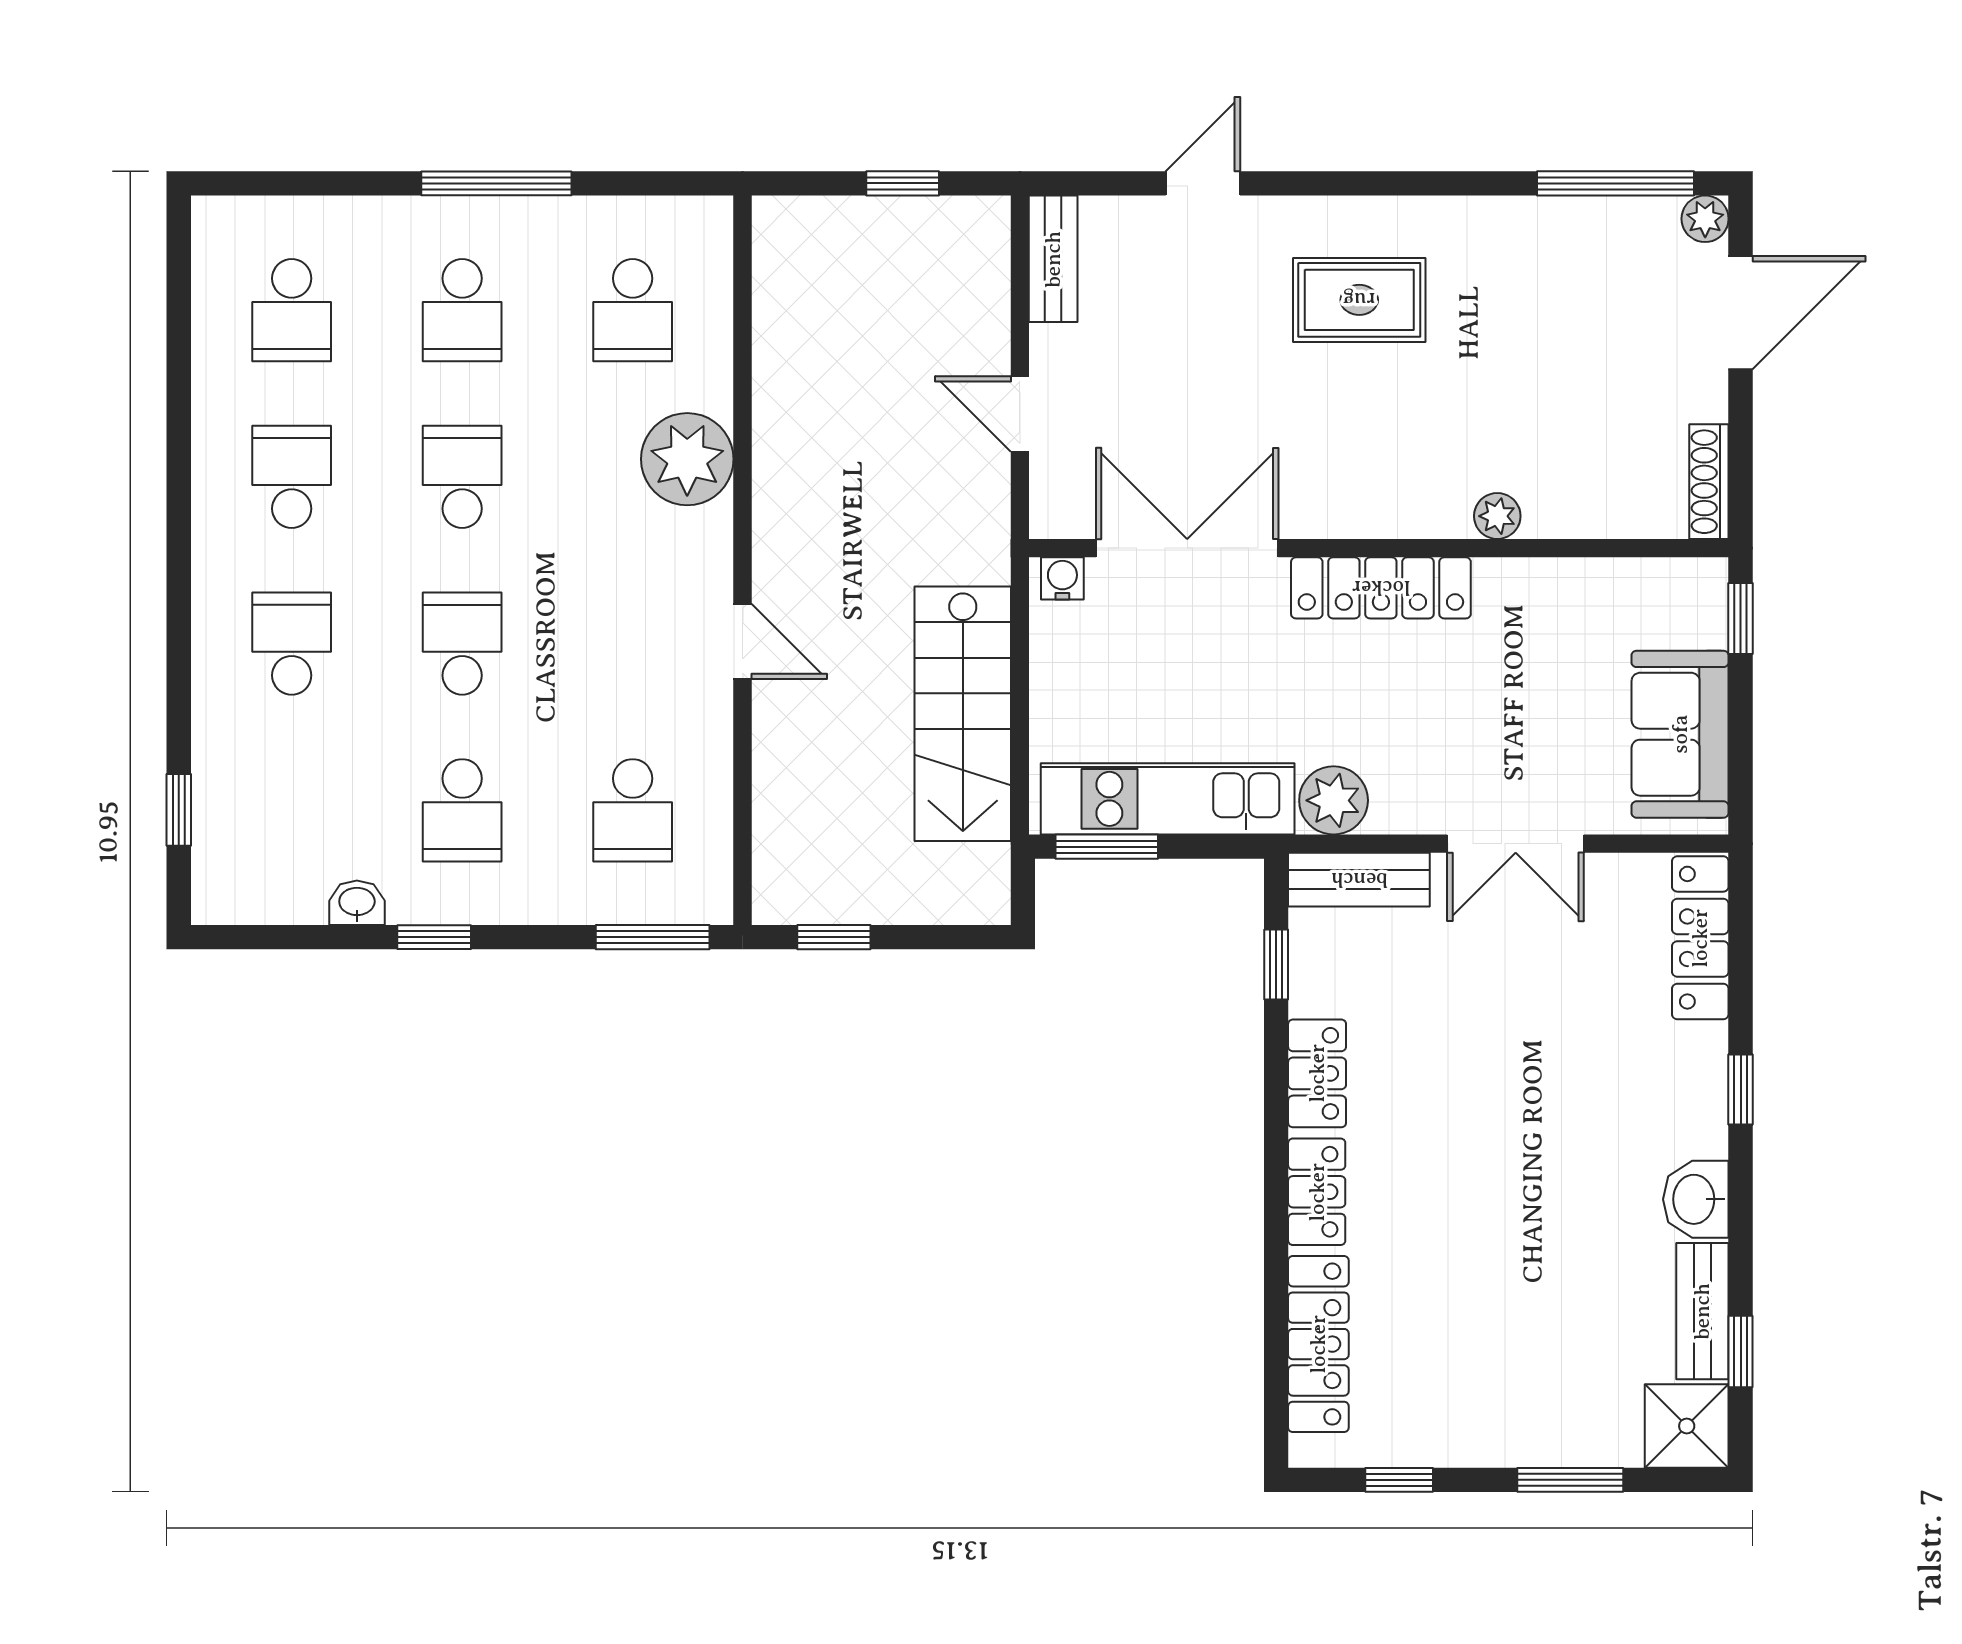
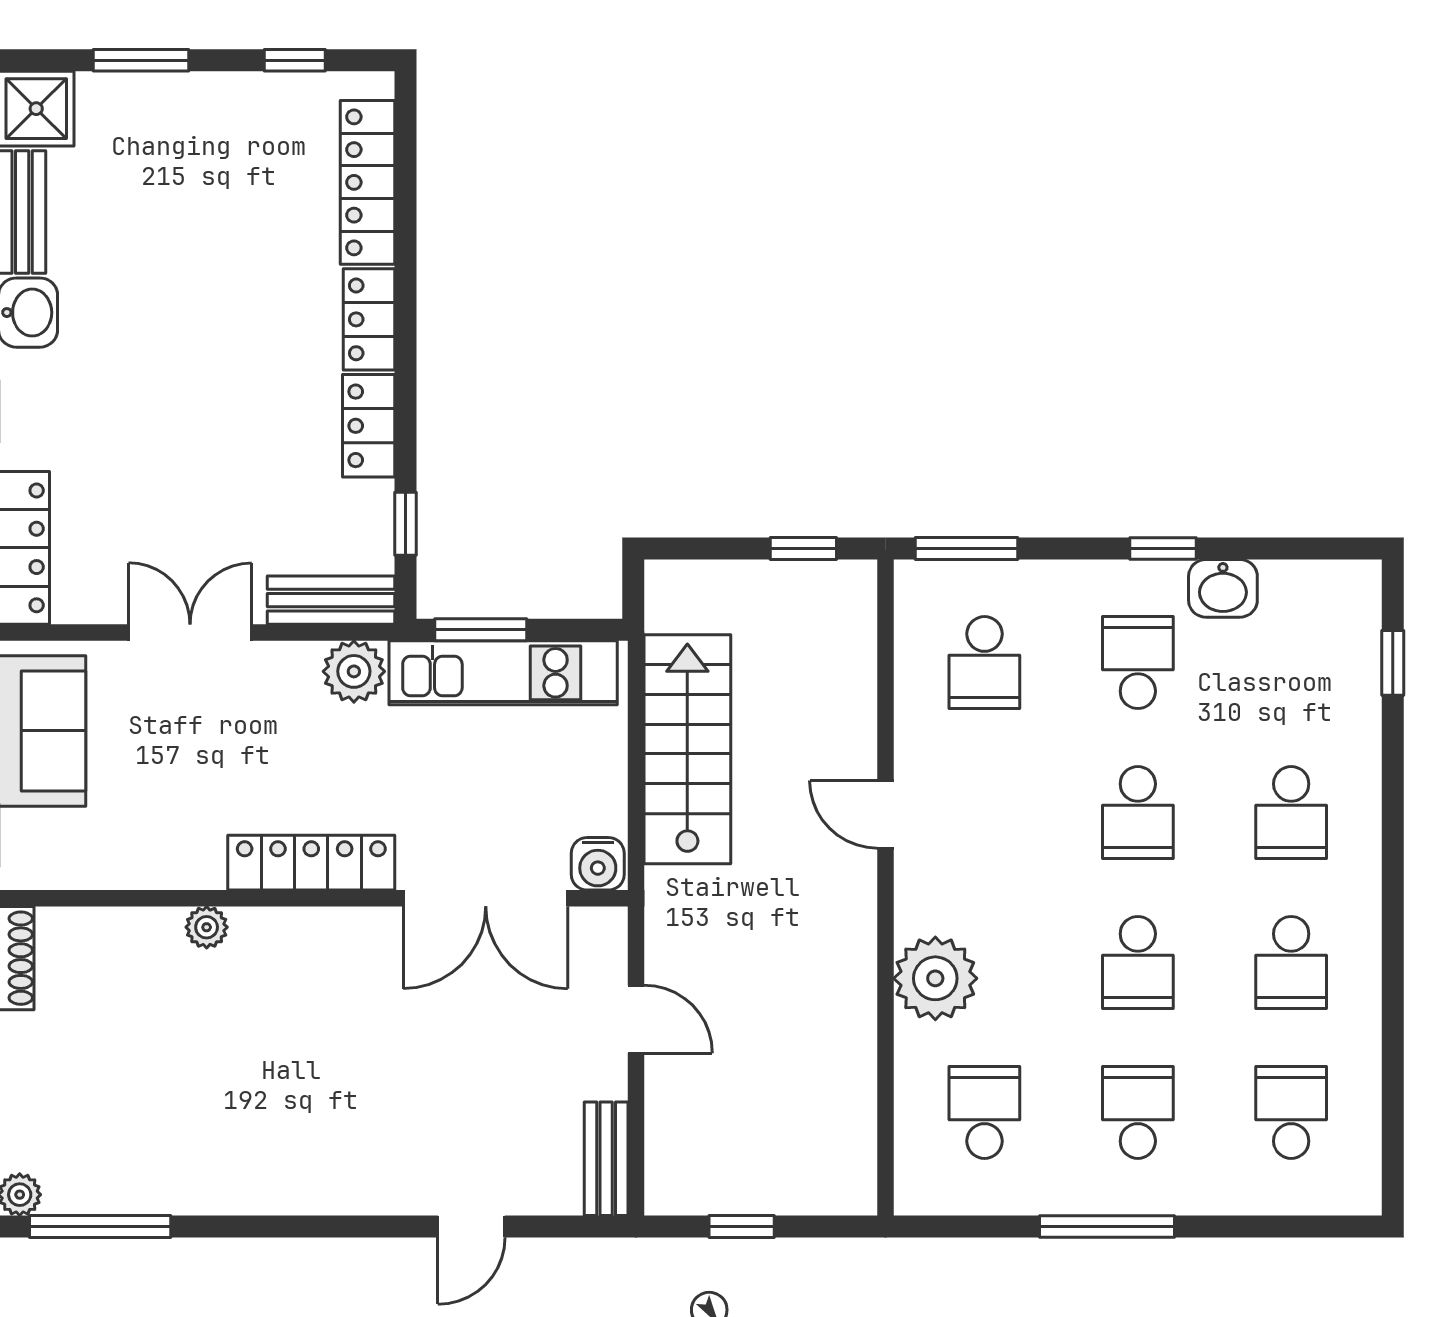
rug: (1359, 300) -> (331, 1122), removed
water cooler: (1062, 578) -> (598, 864), width x1.38, depth x1.38
school desk: (633, 810) -> (984, 663), turned 180
window: (1107, 847) -> (481, 630), moved
washbasin: (357, 903) -> (1223, 588), width x1.38, depth x1.45

